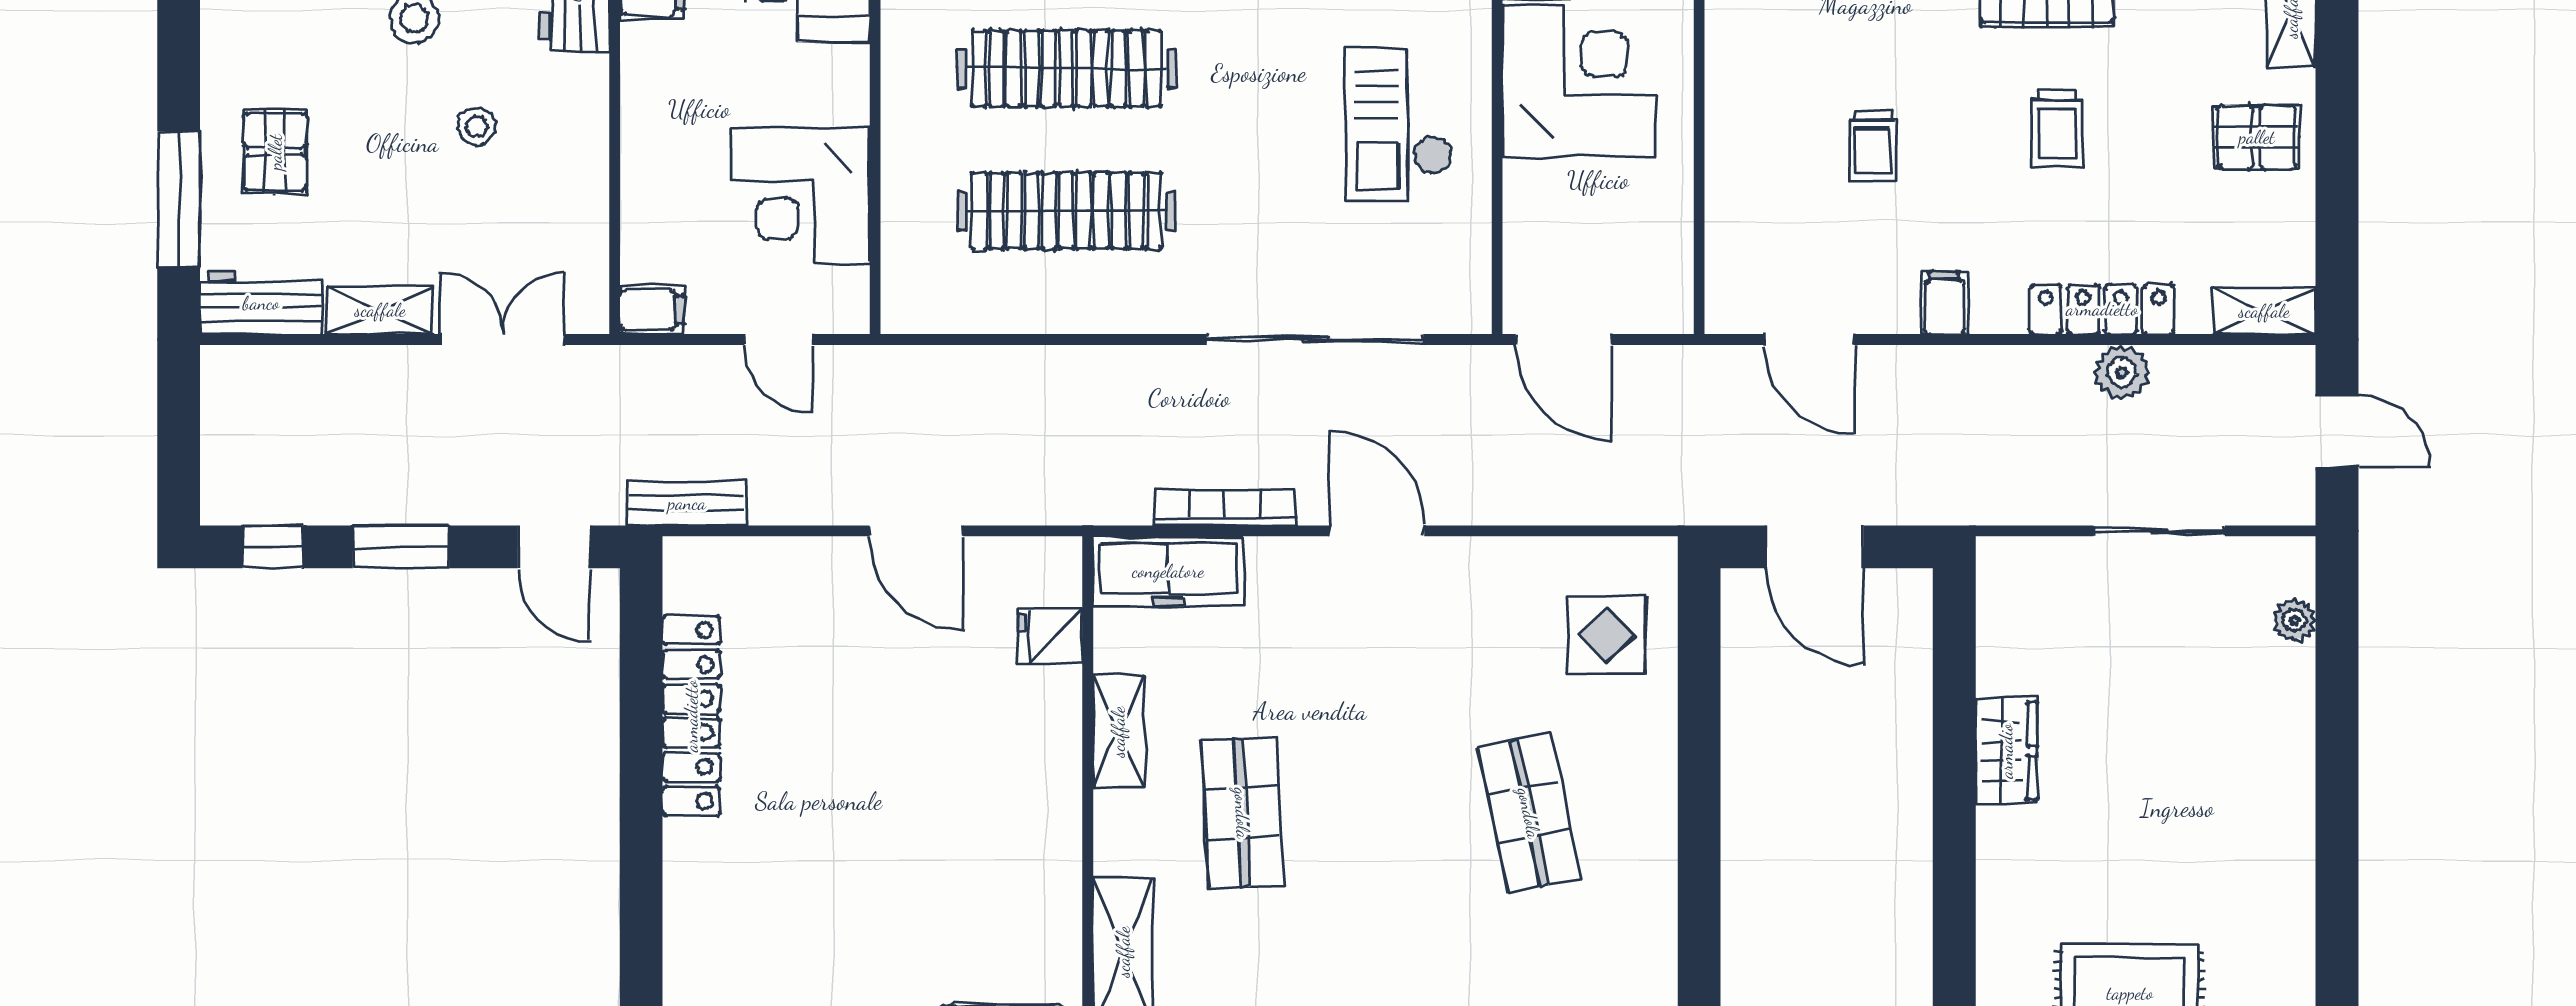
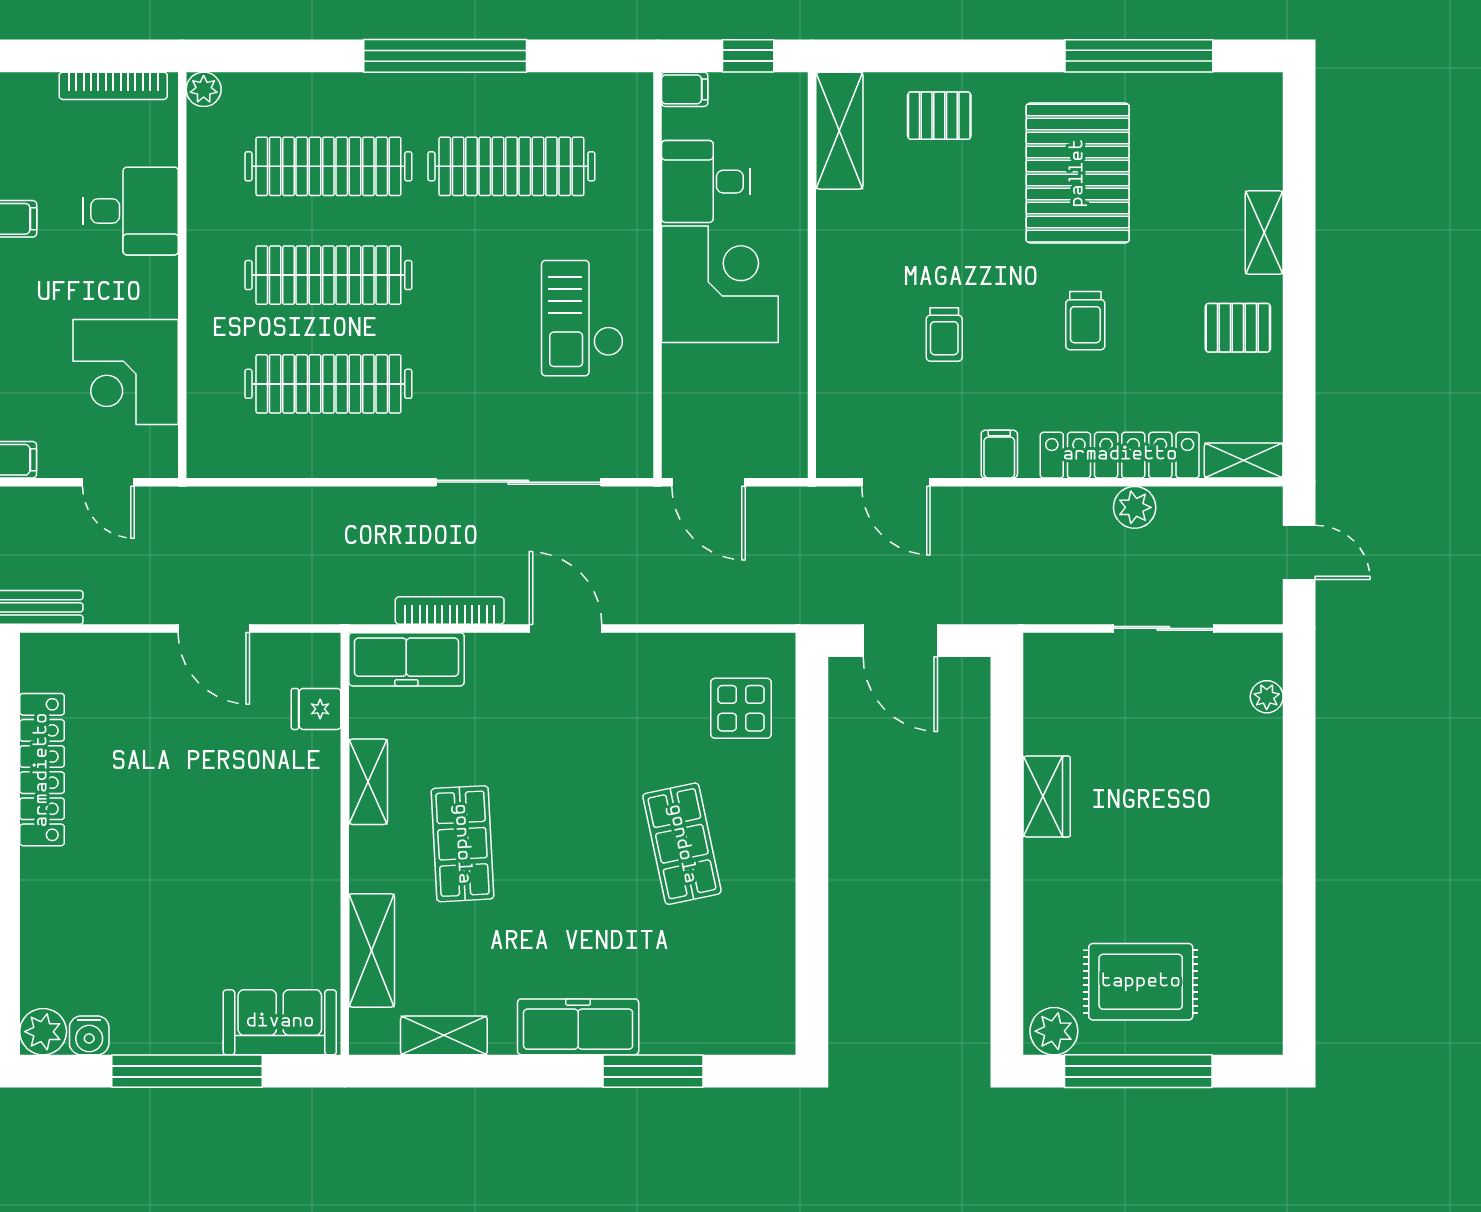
locker: (2102, 309) -> (1120, 455), width x1.41, depth x1.21

